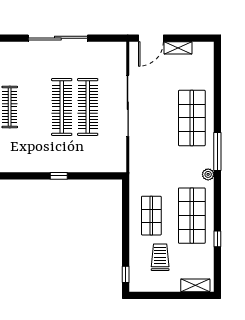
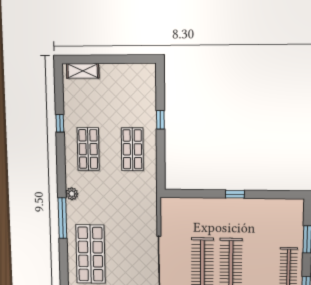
shop shelf: (192, 216) -> (88, 149), width x0.70, depth x0.74
trolley: (160, 257) -> (122, 103), removed
window: (126, 274) -> (160, 120), moved

